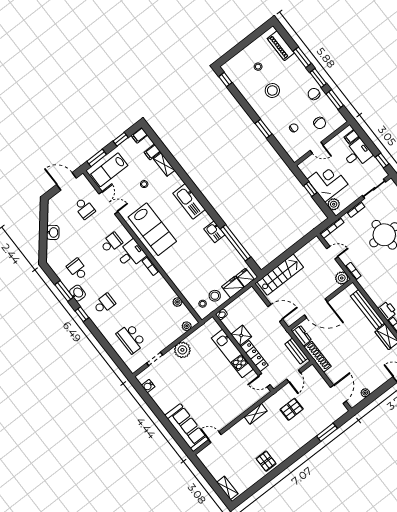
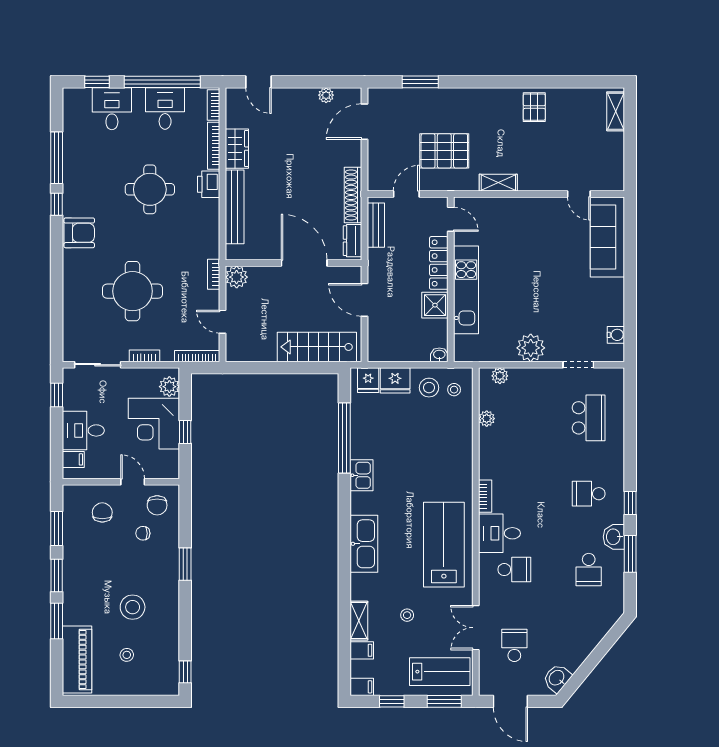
piano: (281, 46) -> (77, 659), width x1.37, depth x1.33
chair: (314, 94) -> (157, 505), moved
washbasin: (53, 232) -> (557, 678), moved
school desk: (111, 243) -> (514, 570), turned 180
pallet: (292, 409) -> (444, 151), width x1.50, depth x1.42

